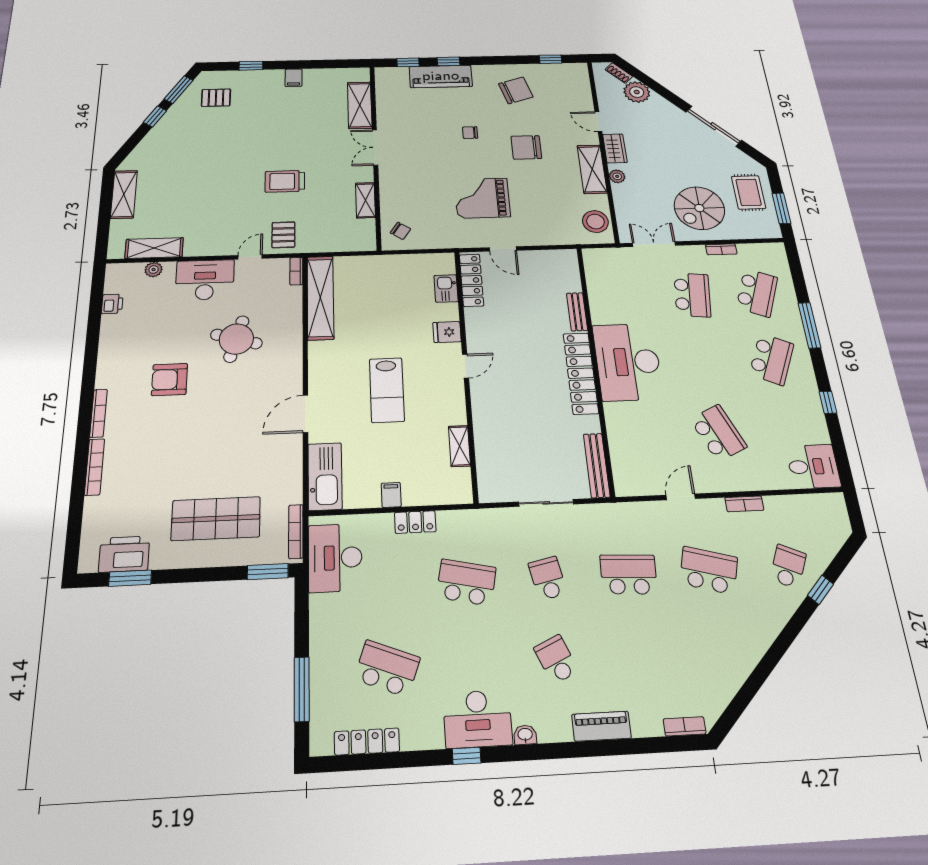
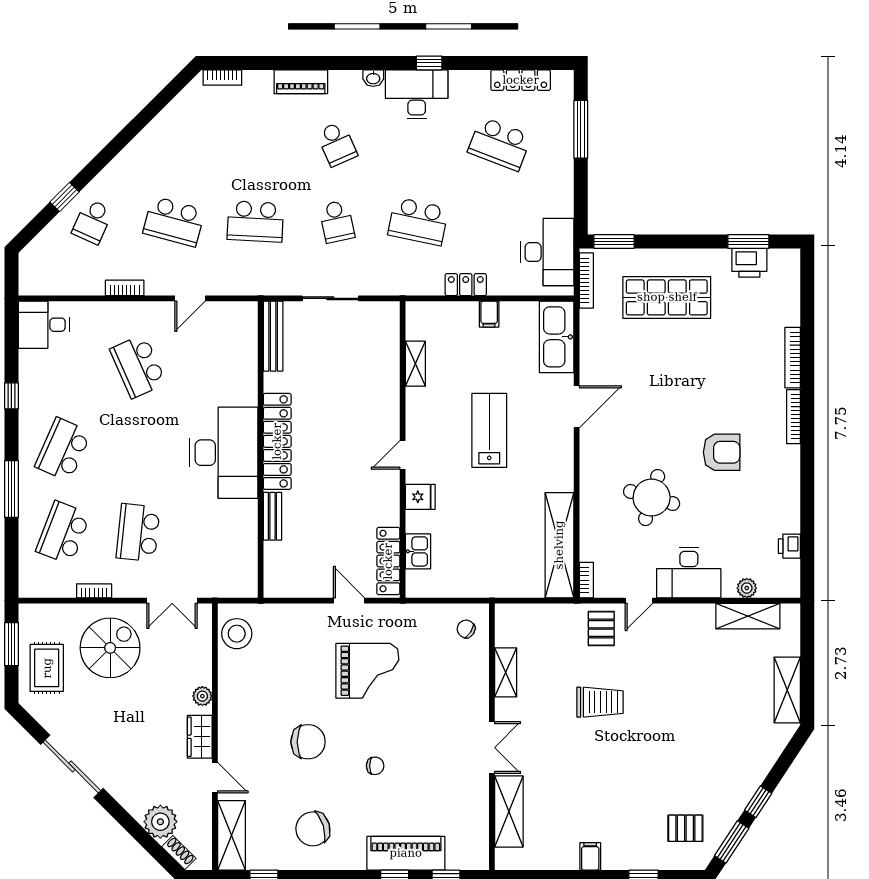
shelving: (592, 169) -> (231, 835), moved
printer: (124, 554) -> (749, 263), width x0.73, depth x0.84

